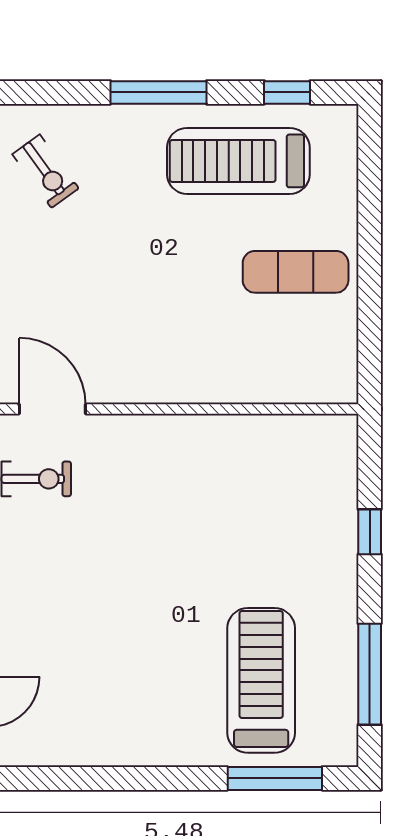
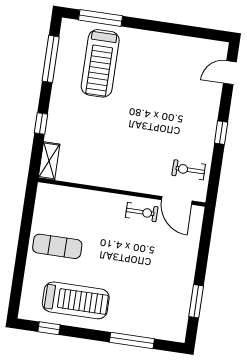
window: (158, 92) -> (132, 340), moved
exercise bike: (46, 171) -> (142, 212), moved, turned 126
shelving: (340, 453) -> (49, 161), added

